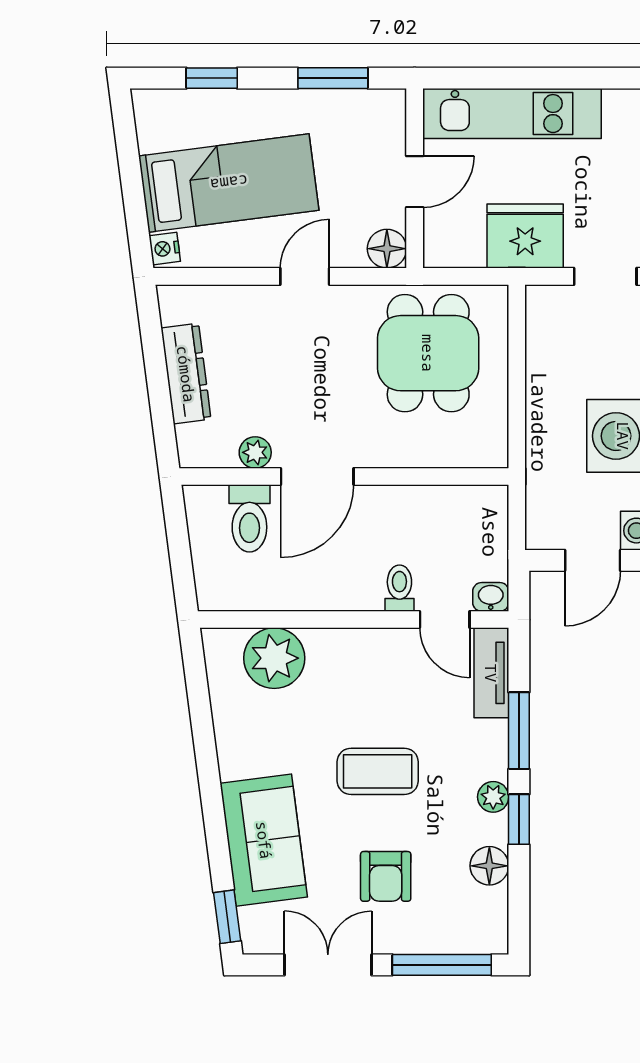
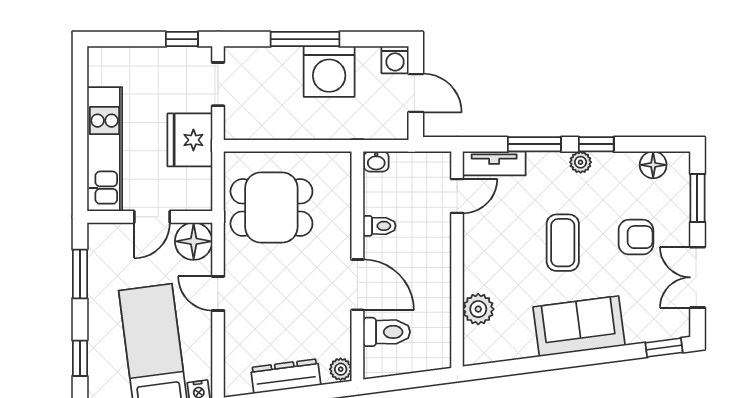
door: (415, 182) -> (152, 217), swing flipped
floor lamp: (387, 249) -> (194, 241), width x1.38, depth x1.38
plant: (255, 452) -> (341, 369), moved
toilet: (399, 588) -> (379, 226), moved, turned 180
washbasin: (491, 597) -> (376, 162), moved, turned -90
plant: (274, 658) -> (478, 309), width x0.73, depth x0.73
sofa: (264, 840) -> (579, 326), moved
floor lamp: (489, 866) -> (653, 165), moved
window: (442, 965) -> (697, 198), width x0.69

